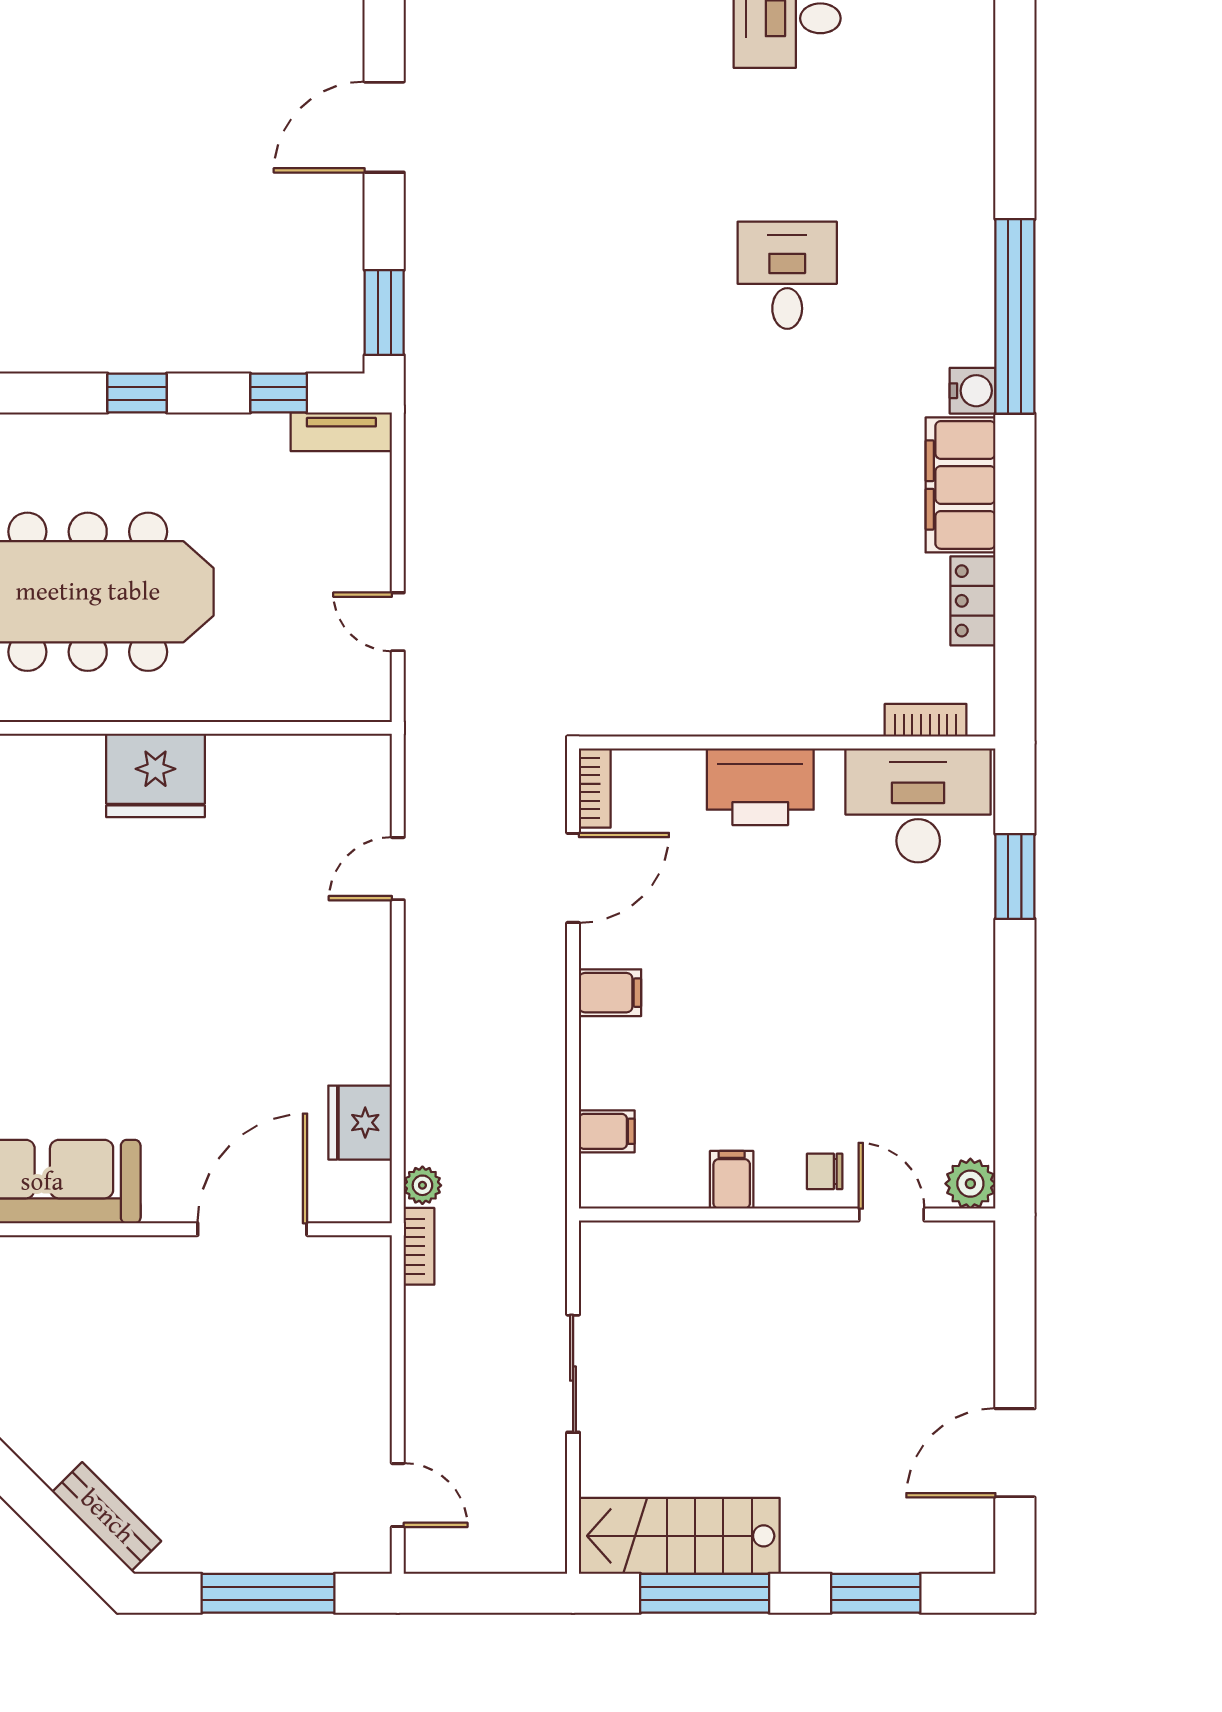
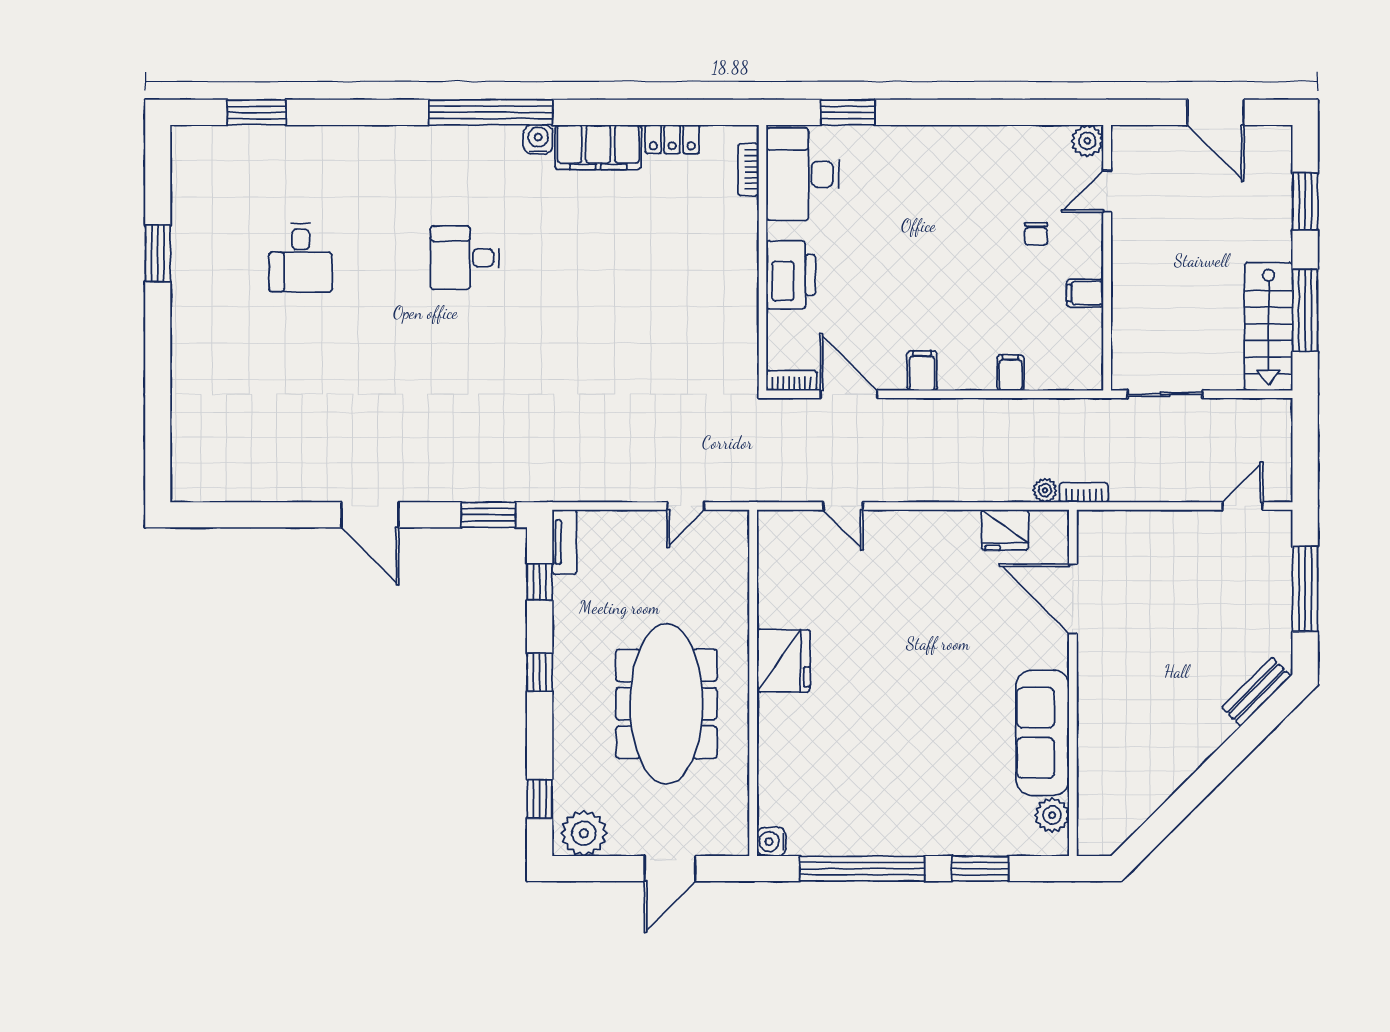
filing cabinet: (732, 1180) -> (1085, 293), moved
plant: (970, 1184) -> (1087, 141), moved
wall: (787, 1215) -> (1107, 258), moved
door: (892, 1215) -> (1107, 191), moved

